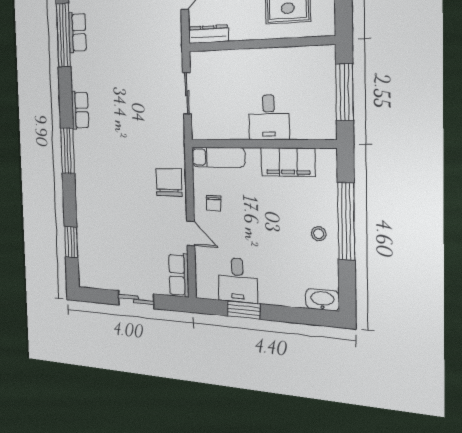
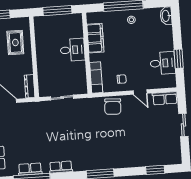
row of seats: (80, 110) -> (61, 167), moved
chair: (169, 182) -> (113, 107), turned -87
door: (191, 233) -> (140, 92), swing flipped

